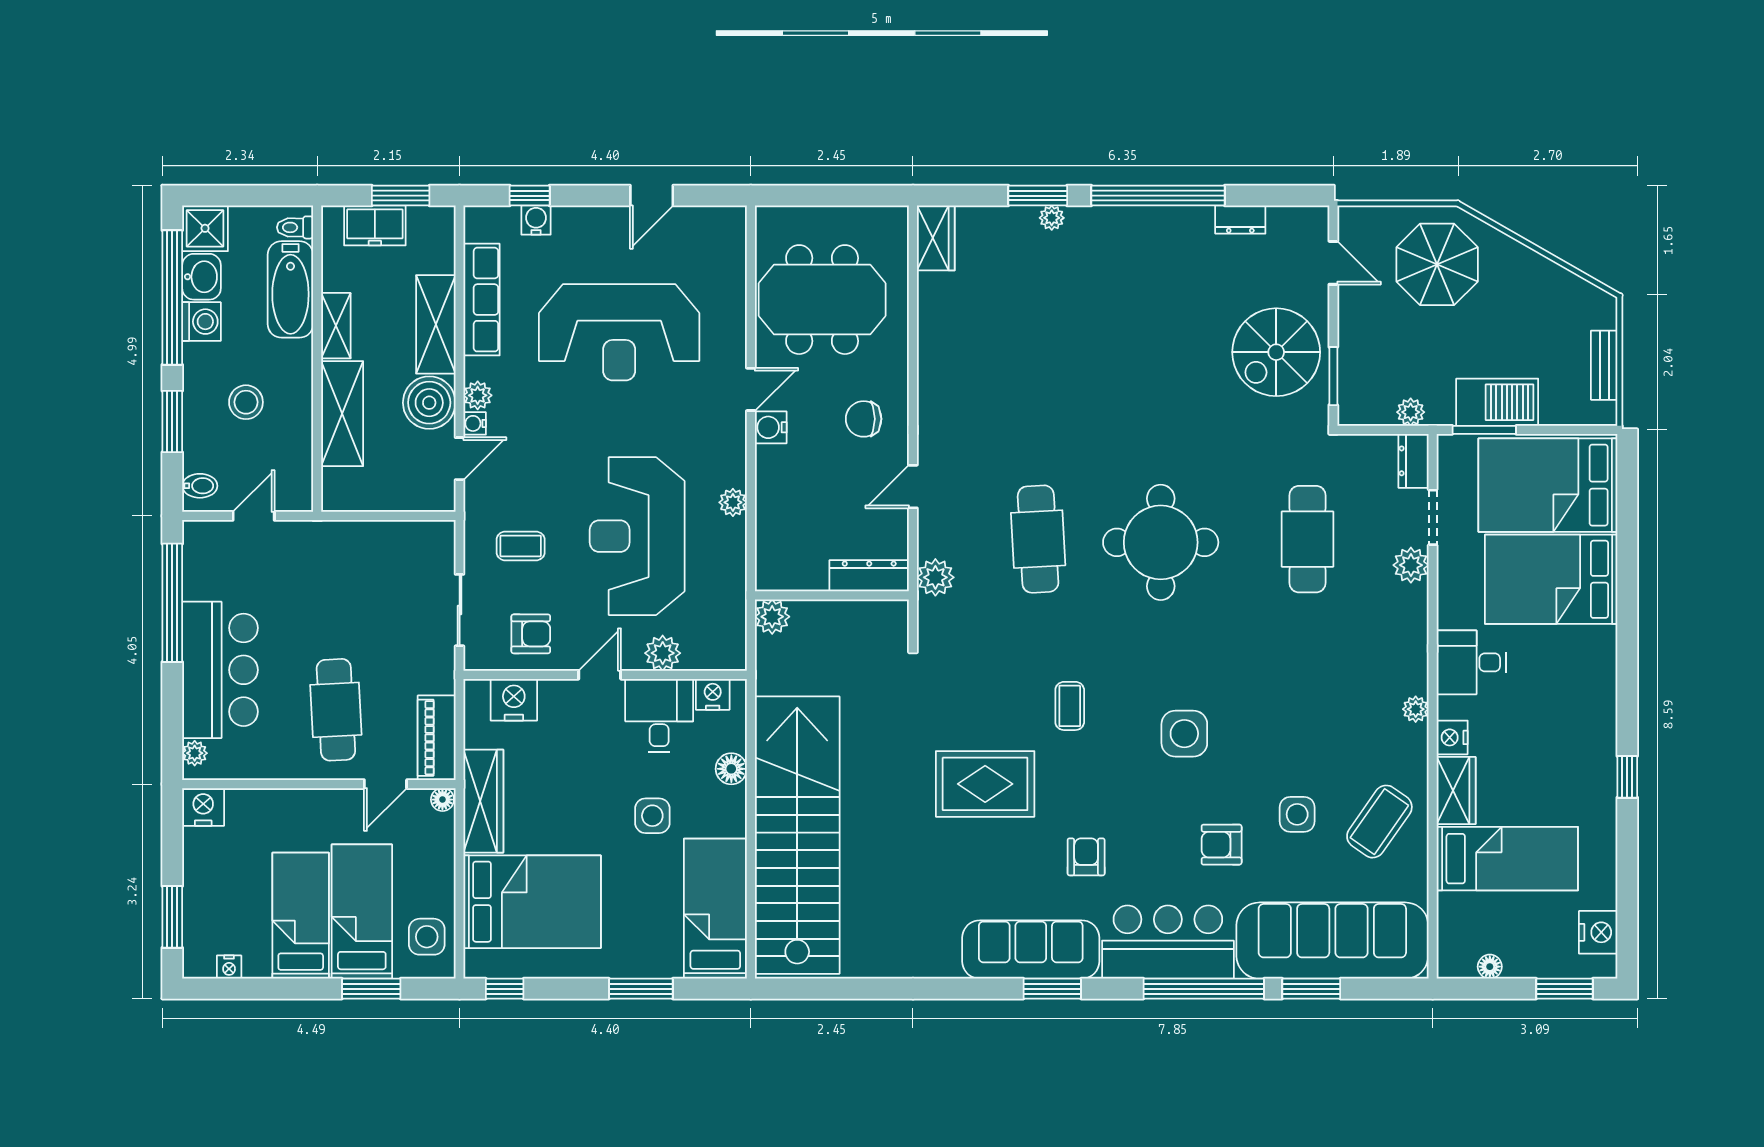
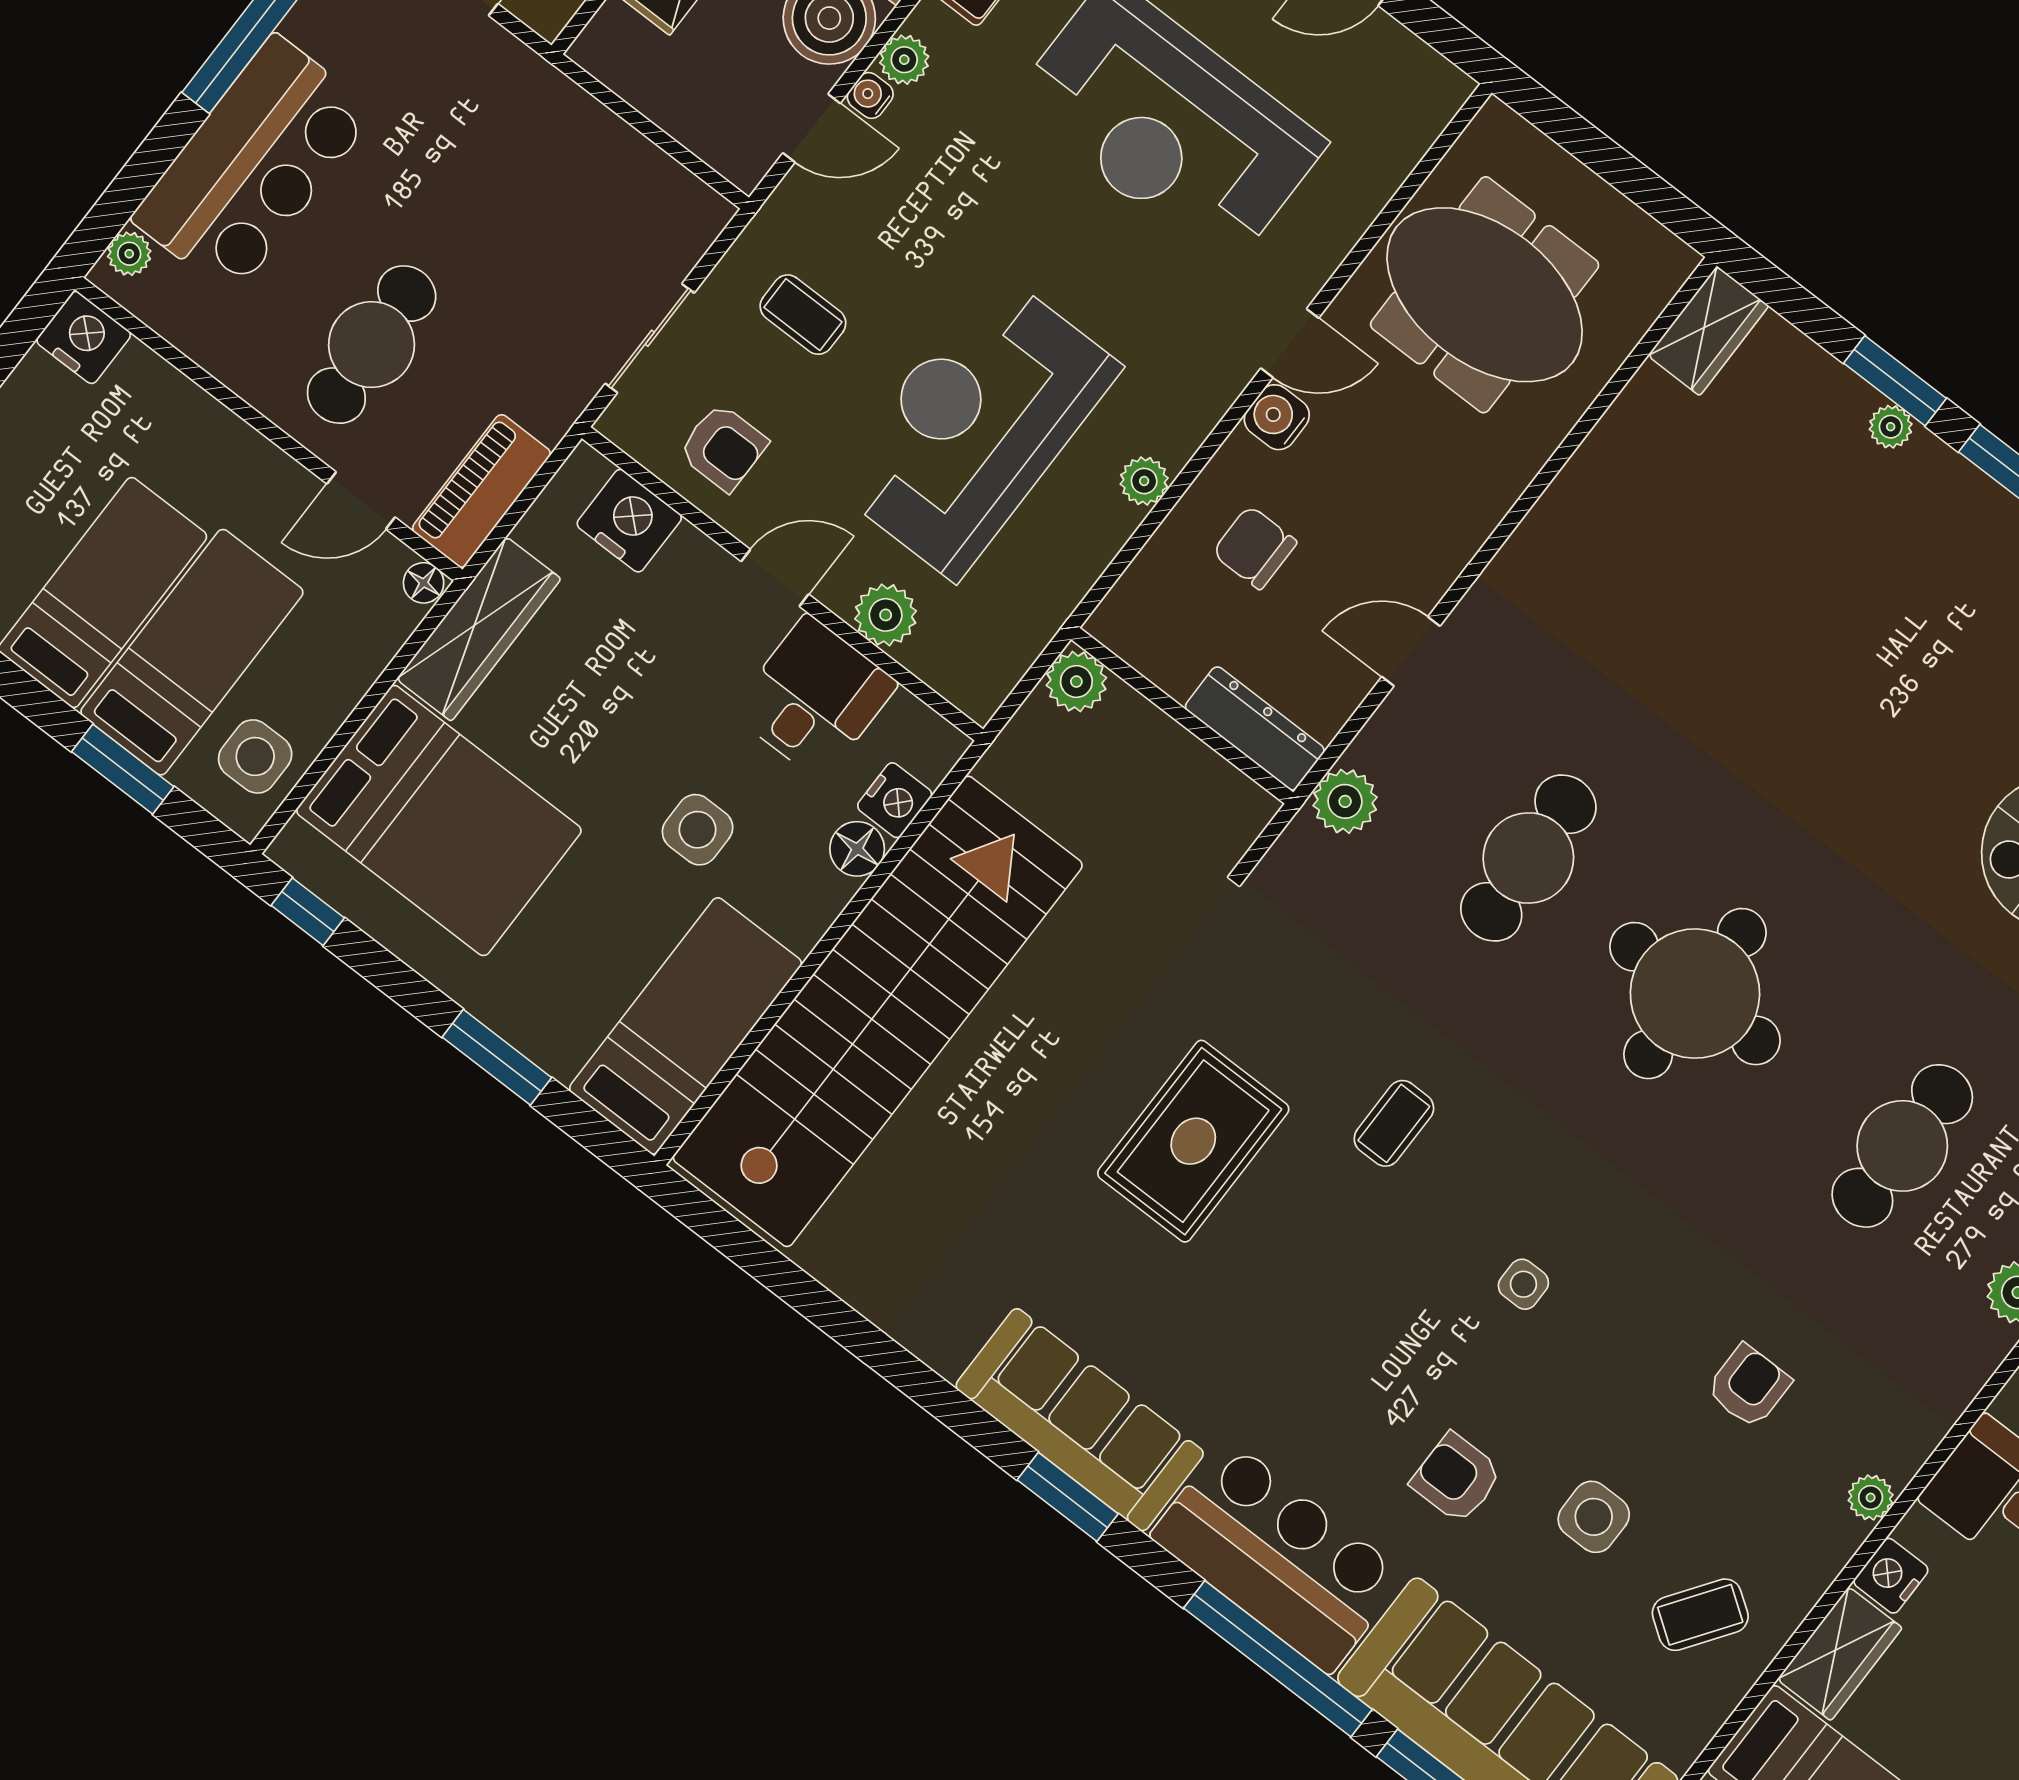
chair: (864, 419) -> (1255, 548), moved
nightstand: (713, 694) -> (895, 800), moved, turned 90
side table: (1184, 734) -> (1523, 1284), width x0.54, depth x0.54
rug: (985, 784) -> (1193, 1141), turned 90
coffee table: (1379, 822) -> (1700, 1615), width x0.73, depth x0.77
armchair: (1086, 857) -> (1749, 1386), moved

